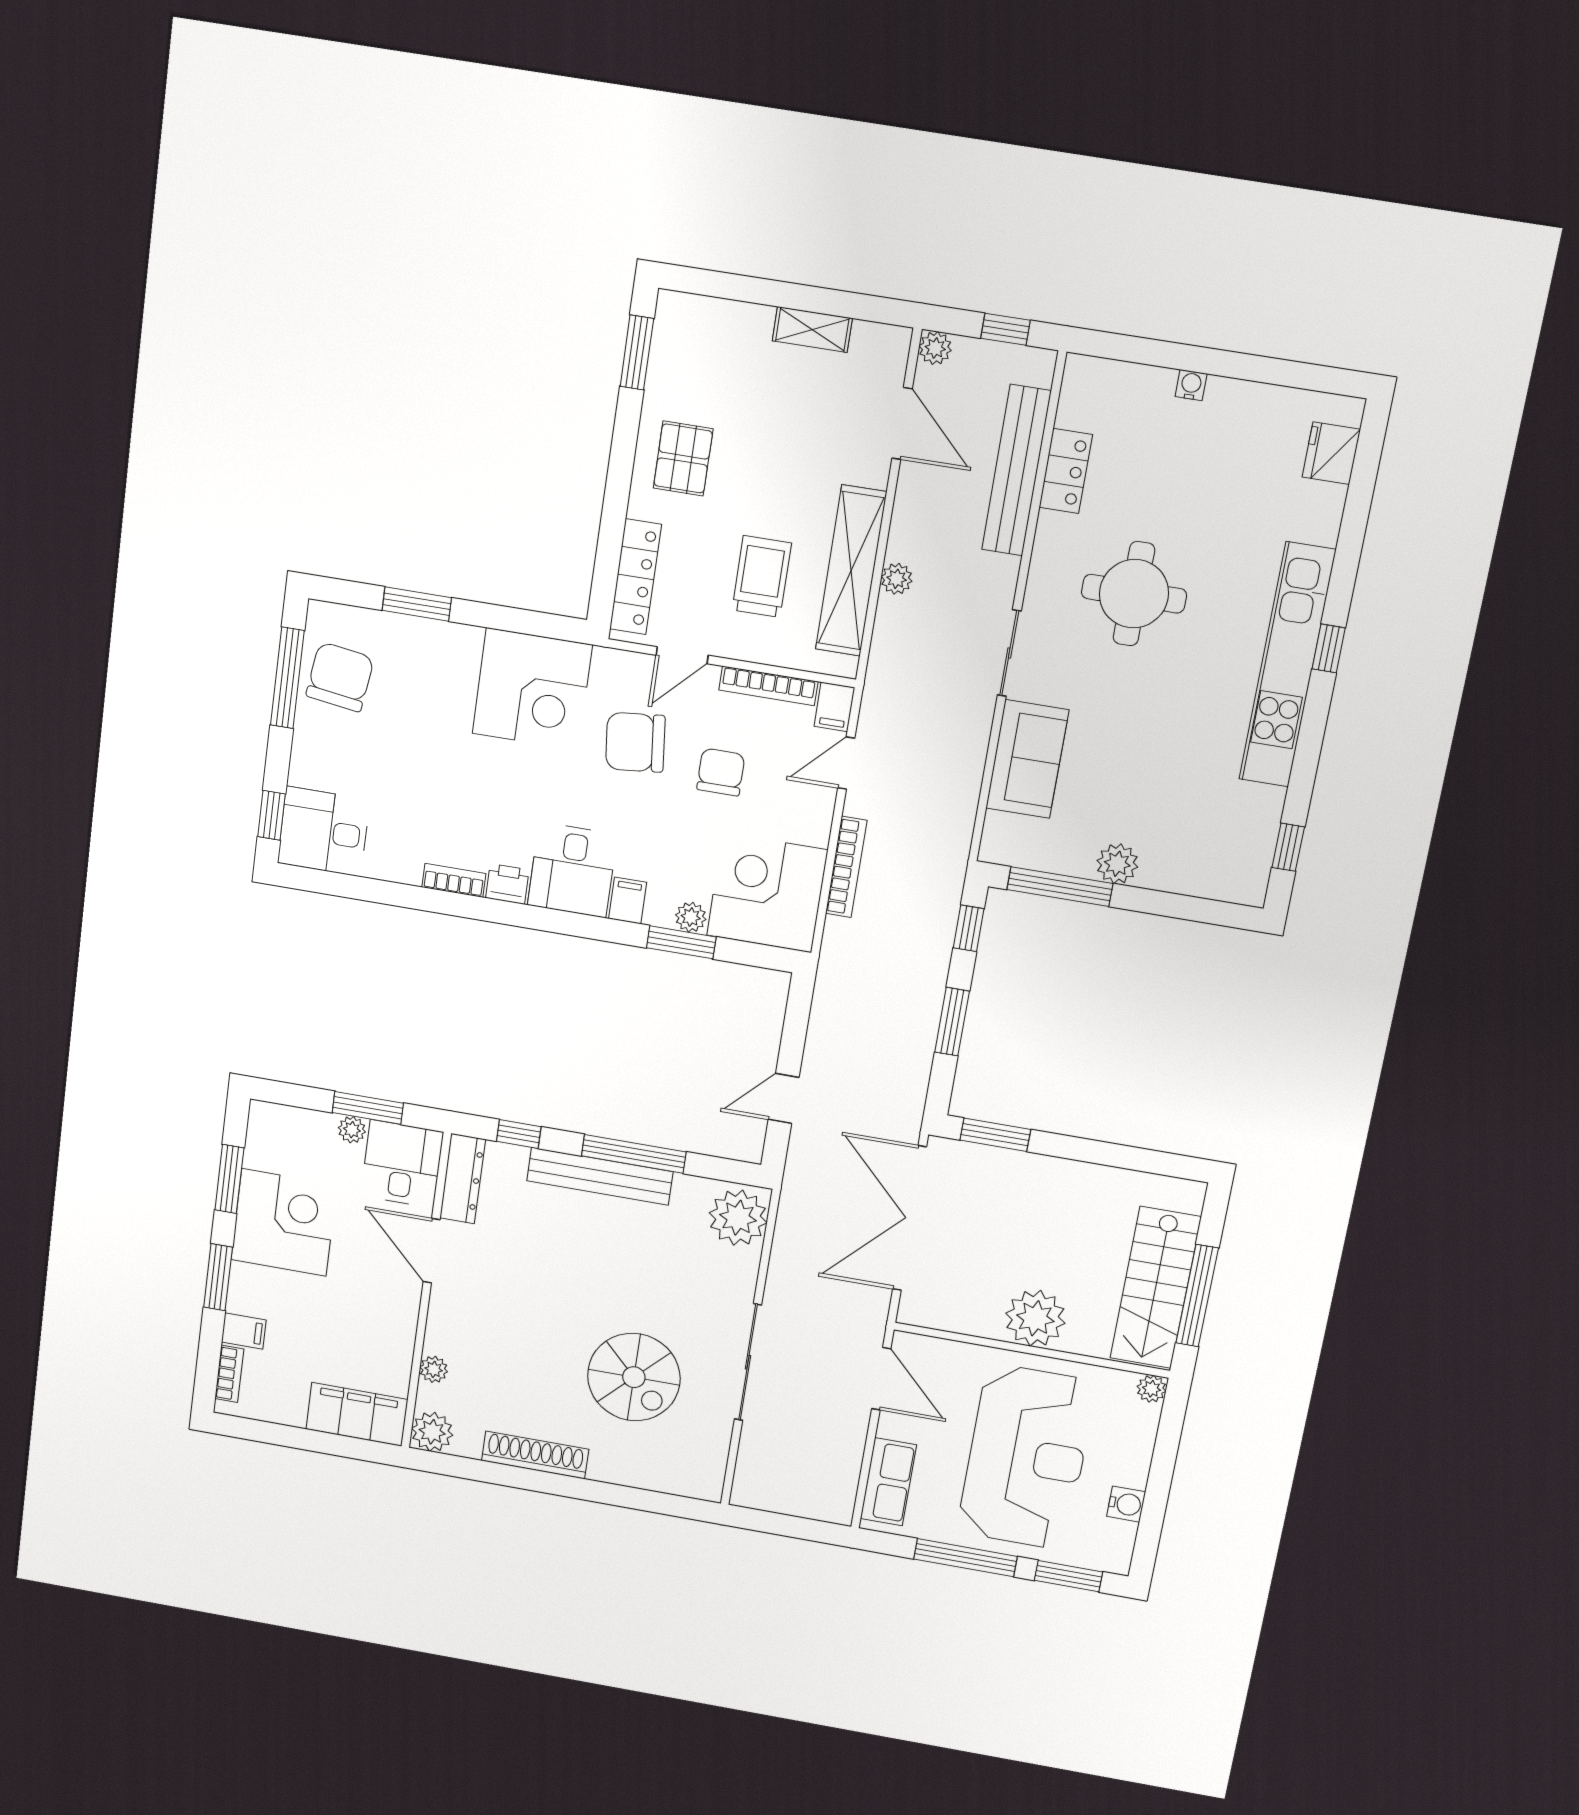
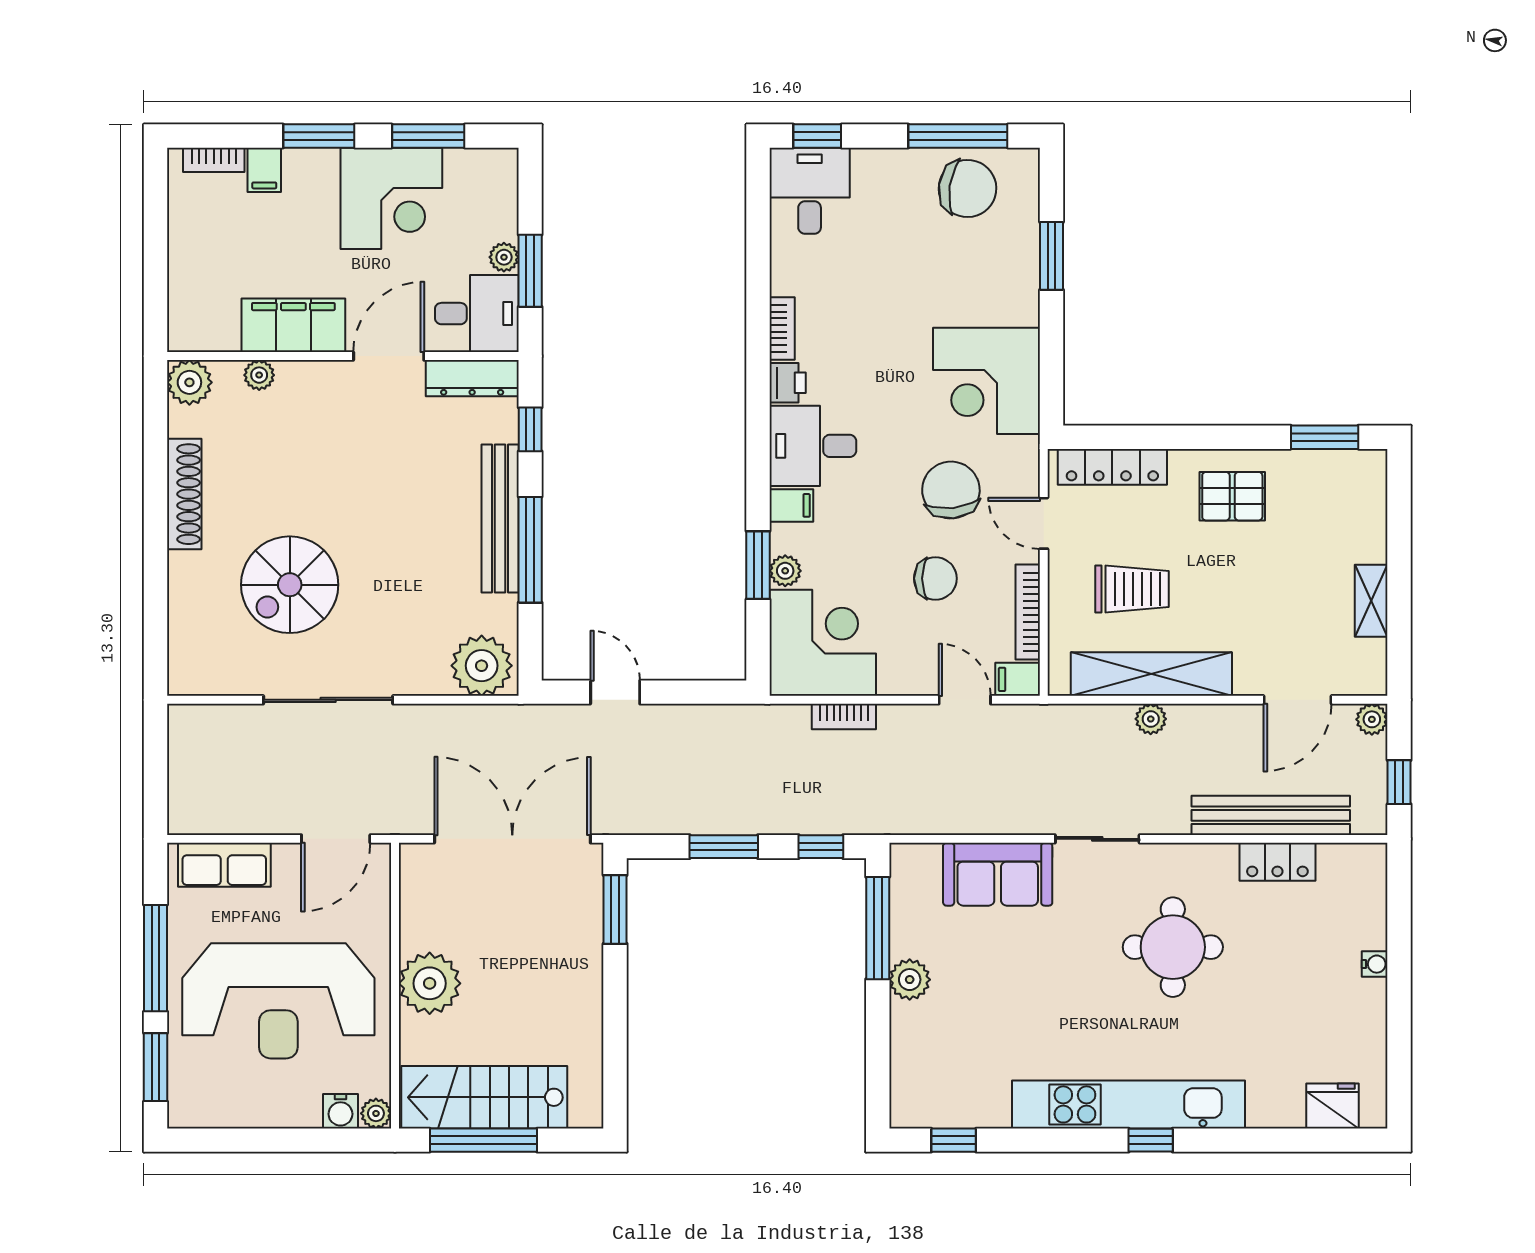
bookcase: (846, 867) -> (844, 716), width x0.64
filing cabinet: (357, 1414) -> (293, 325), moved, turned -90
water cooler: (1126, 1504) -> (340, 1111), moved

